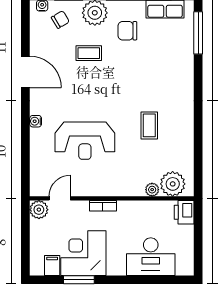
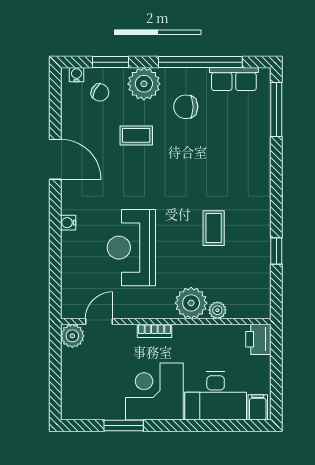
chair: (60, 20) -> (100, 92), turned 59
reception desk: (85, 141) -> (131, 248), turned 90
window: (198, 143) -> (276, 251), added
plant: (173, 184) -> (191, 303), moved
corner desk: (83, 253) -> (154, 392), moved
filing cabinet: (52, 265) -> (258, 407), moved

